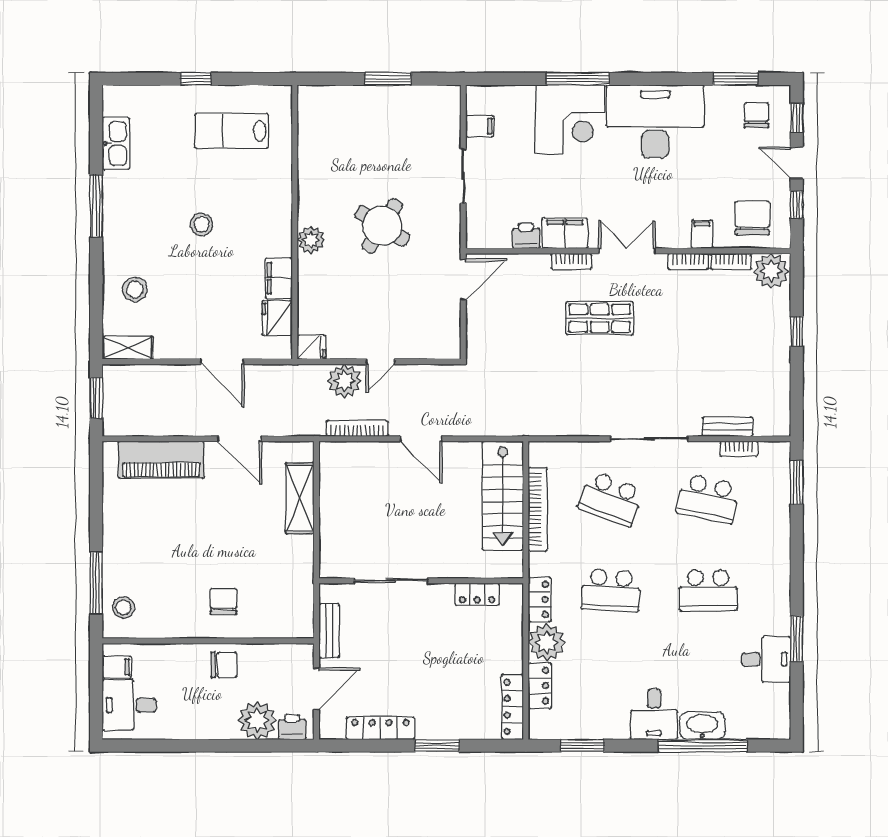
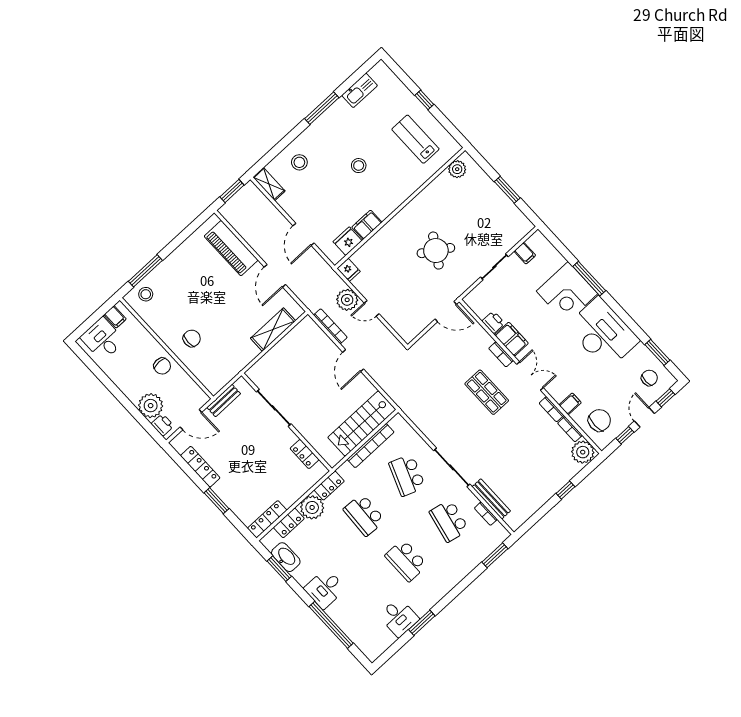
plant: (311, 240) -> (457, 169), moved
bench: (728, 427) -> (491, 499), width x1.36
washbasin: (702, 726) -> (286, 557), moved

